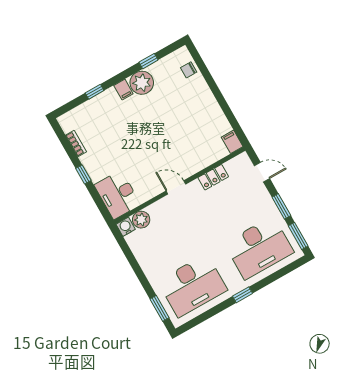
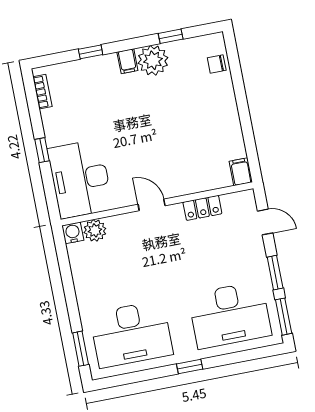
bookcase: (76, 143) -> (42, 92), moved
desk: (117, 195) -> (80, 179), width x1.36, depth x1.30

